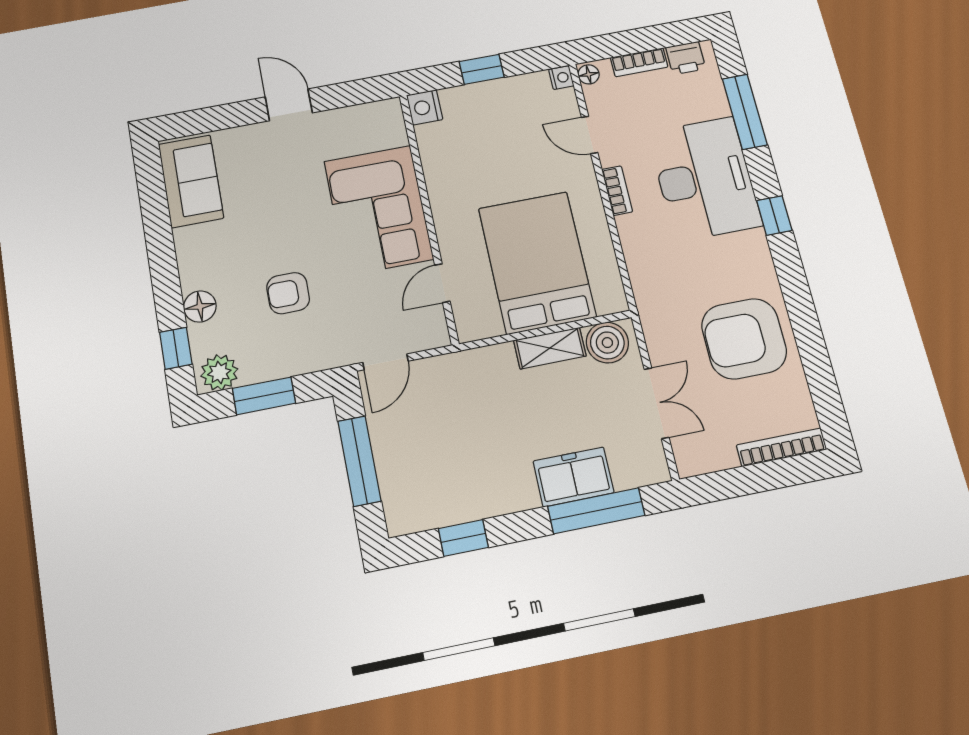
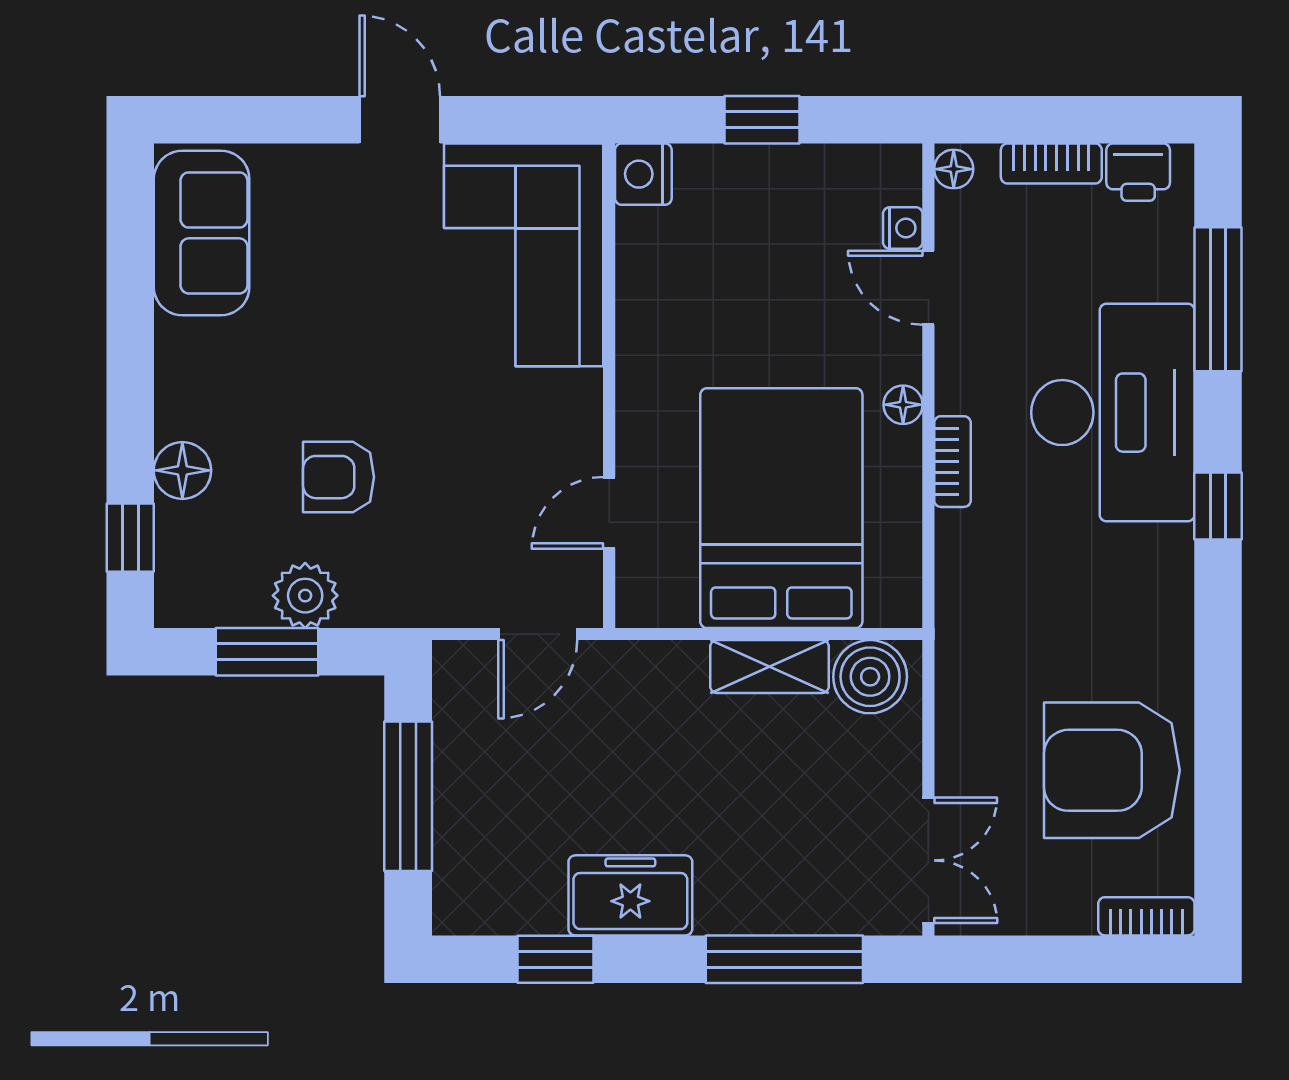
nightstand: (561, 78) -> (903, 228), moved
bookcase: (617, 191) -> (952, 462), moved
floor lamp: (591, 196) -> (903, 405), added
corner sofa: (379, 210) -> (524, 255), moved
armchair: (744, 339) -> (1112, 770), moved
door: (386, 362) -> (538, 634), moved
plant: (219, 373) -> (305, 596), moved
double door: (656, 403) -> (928, 860), moved
bookcase: (781, 447) -> (1146, 916), width x0.64
freezer: (573, 477) -> (630, 895), moved

